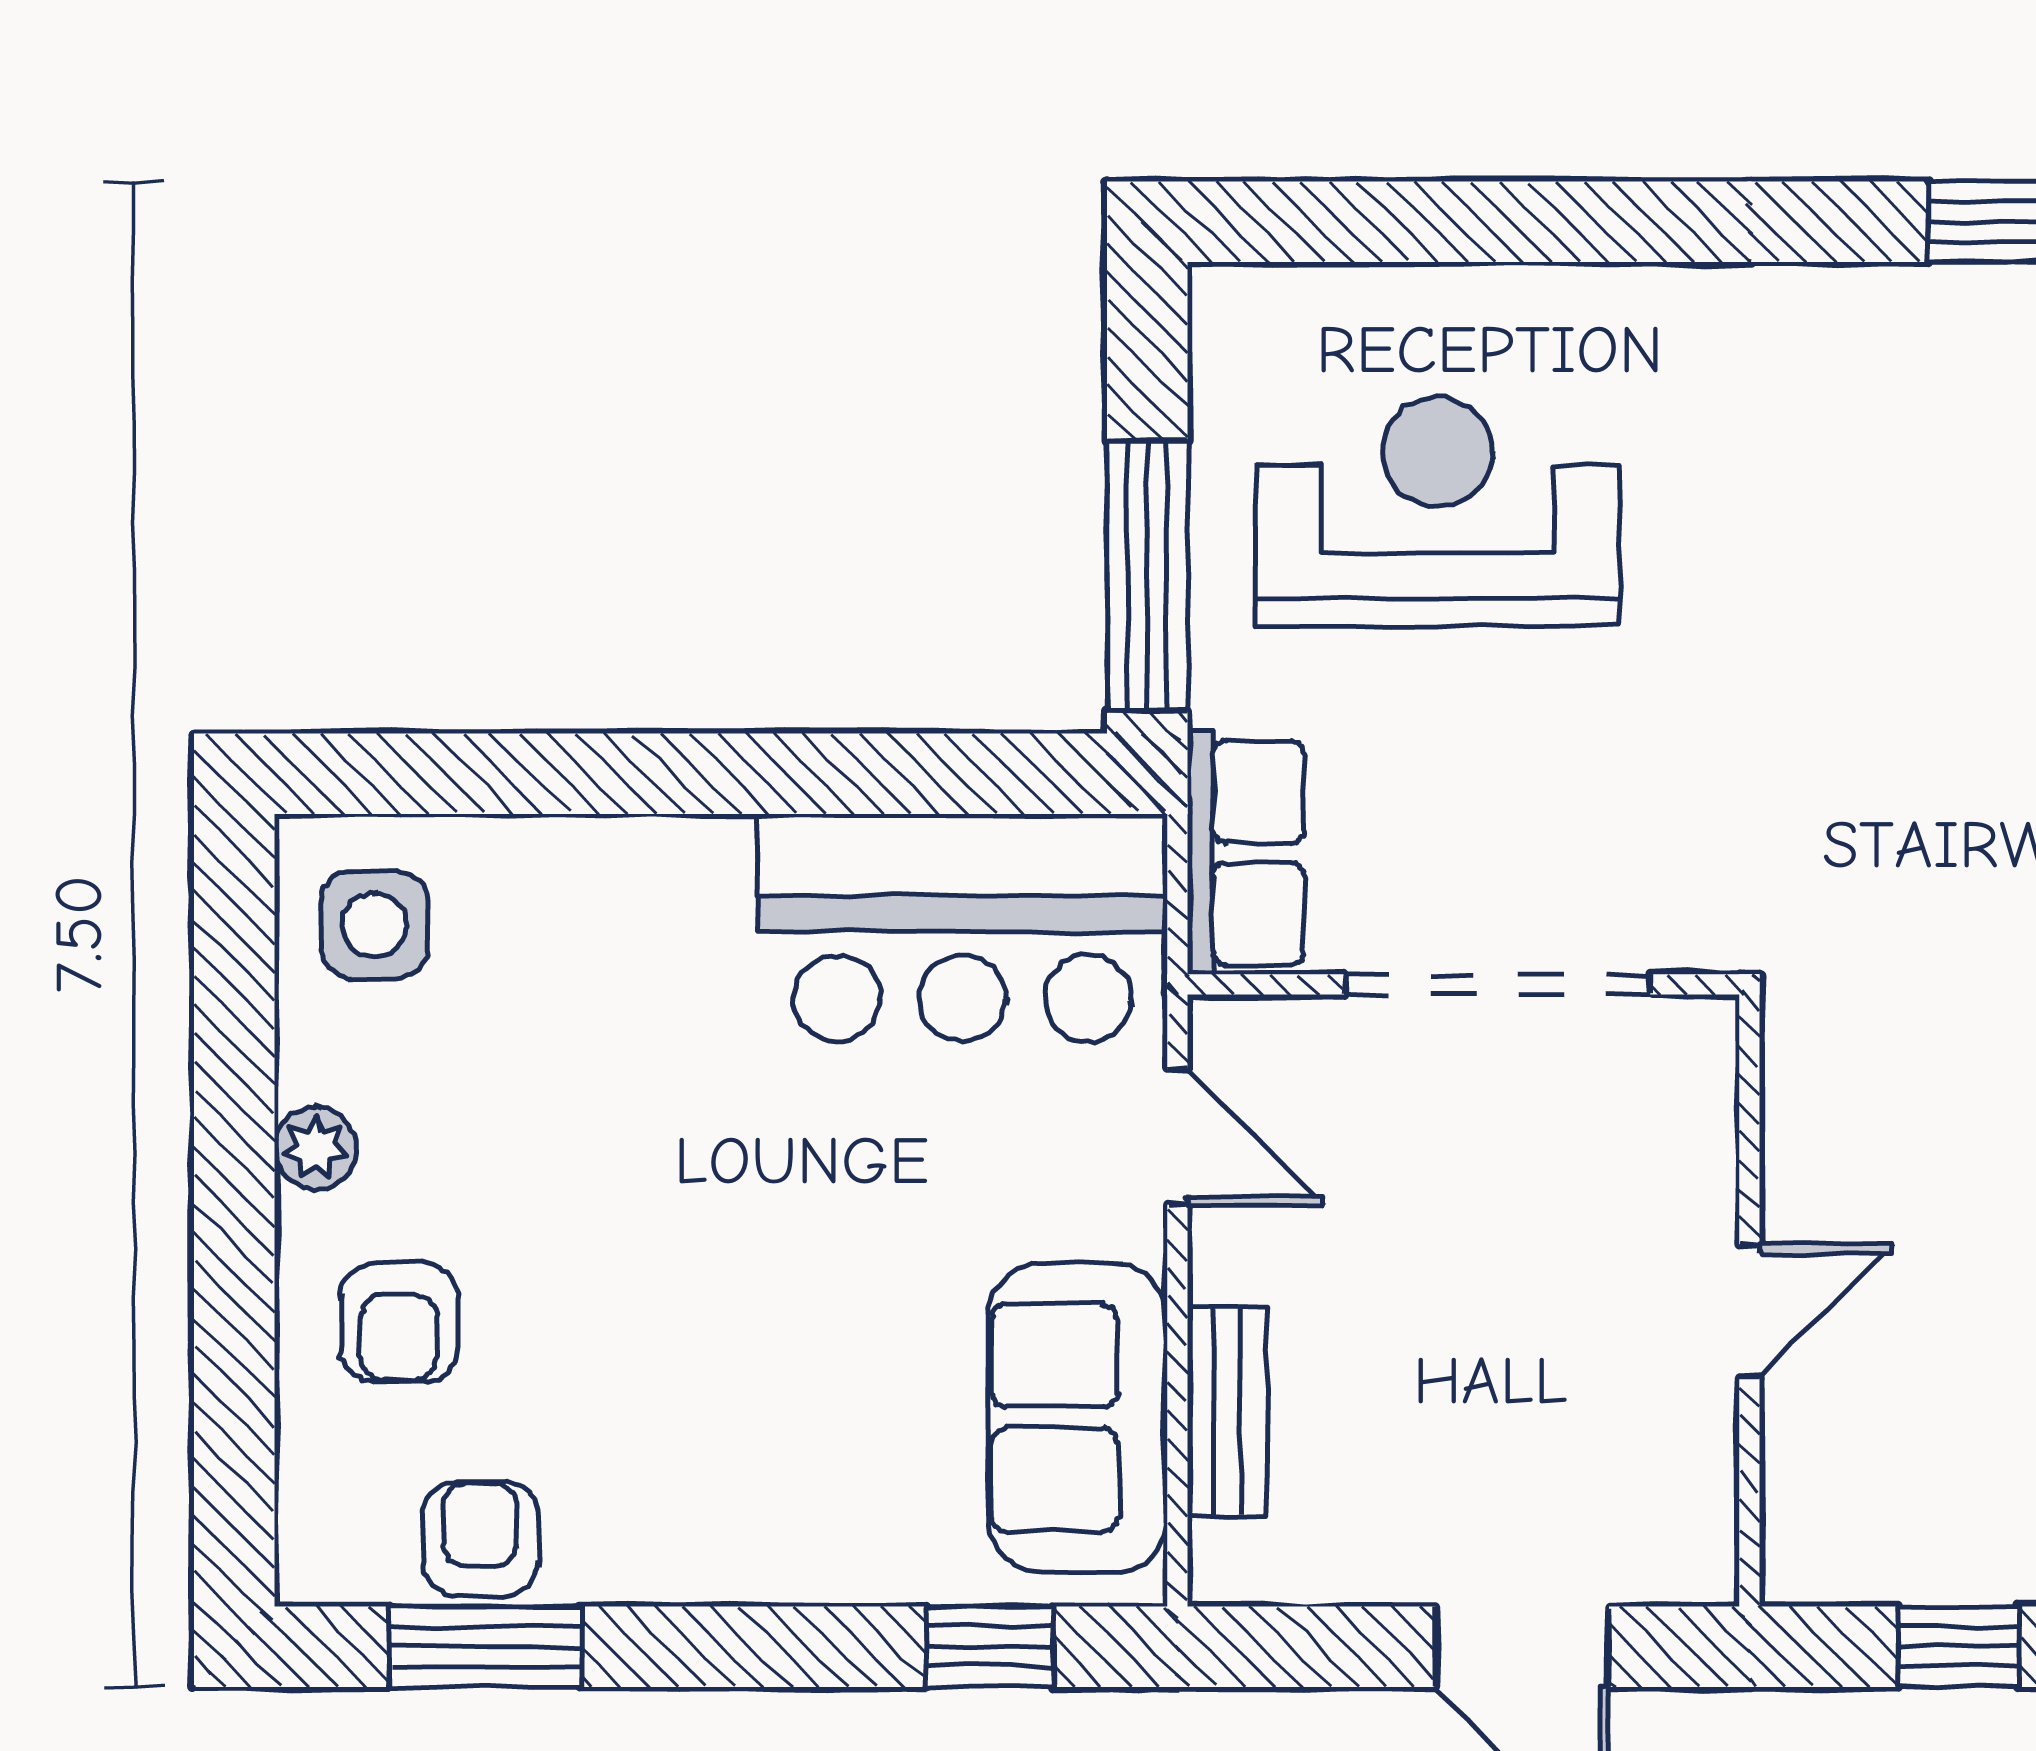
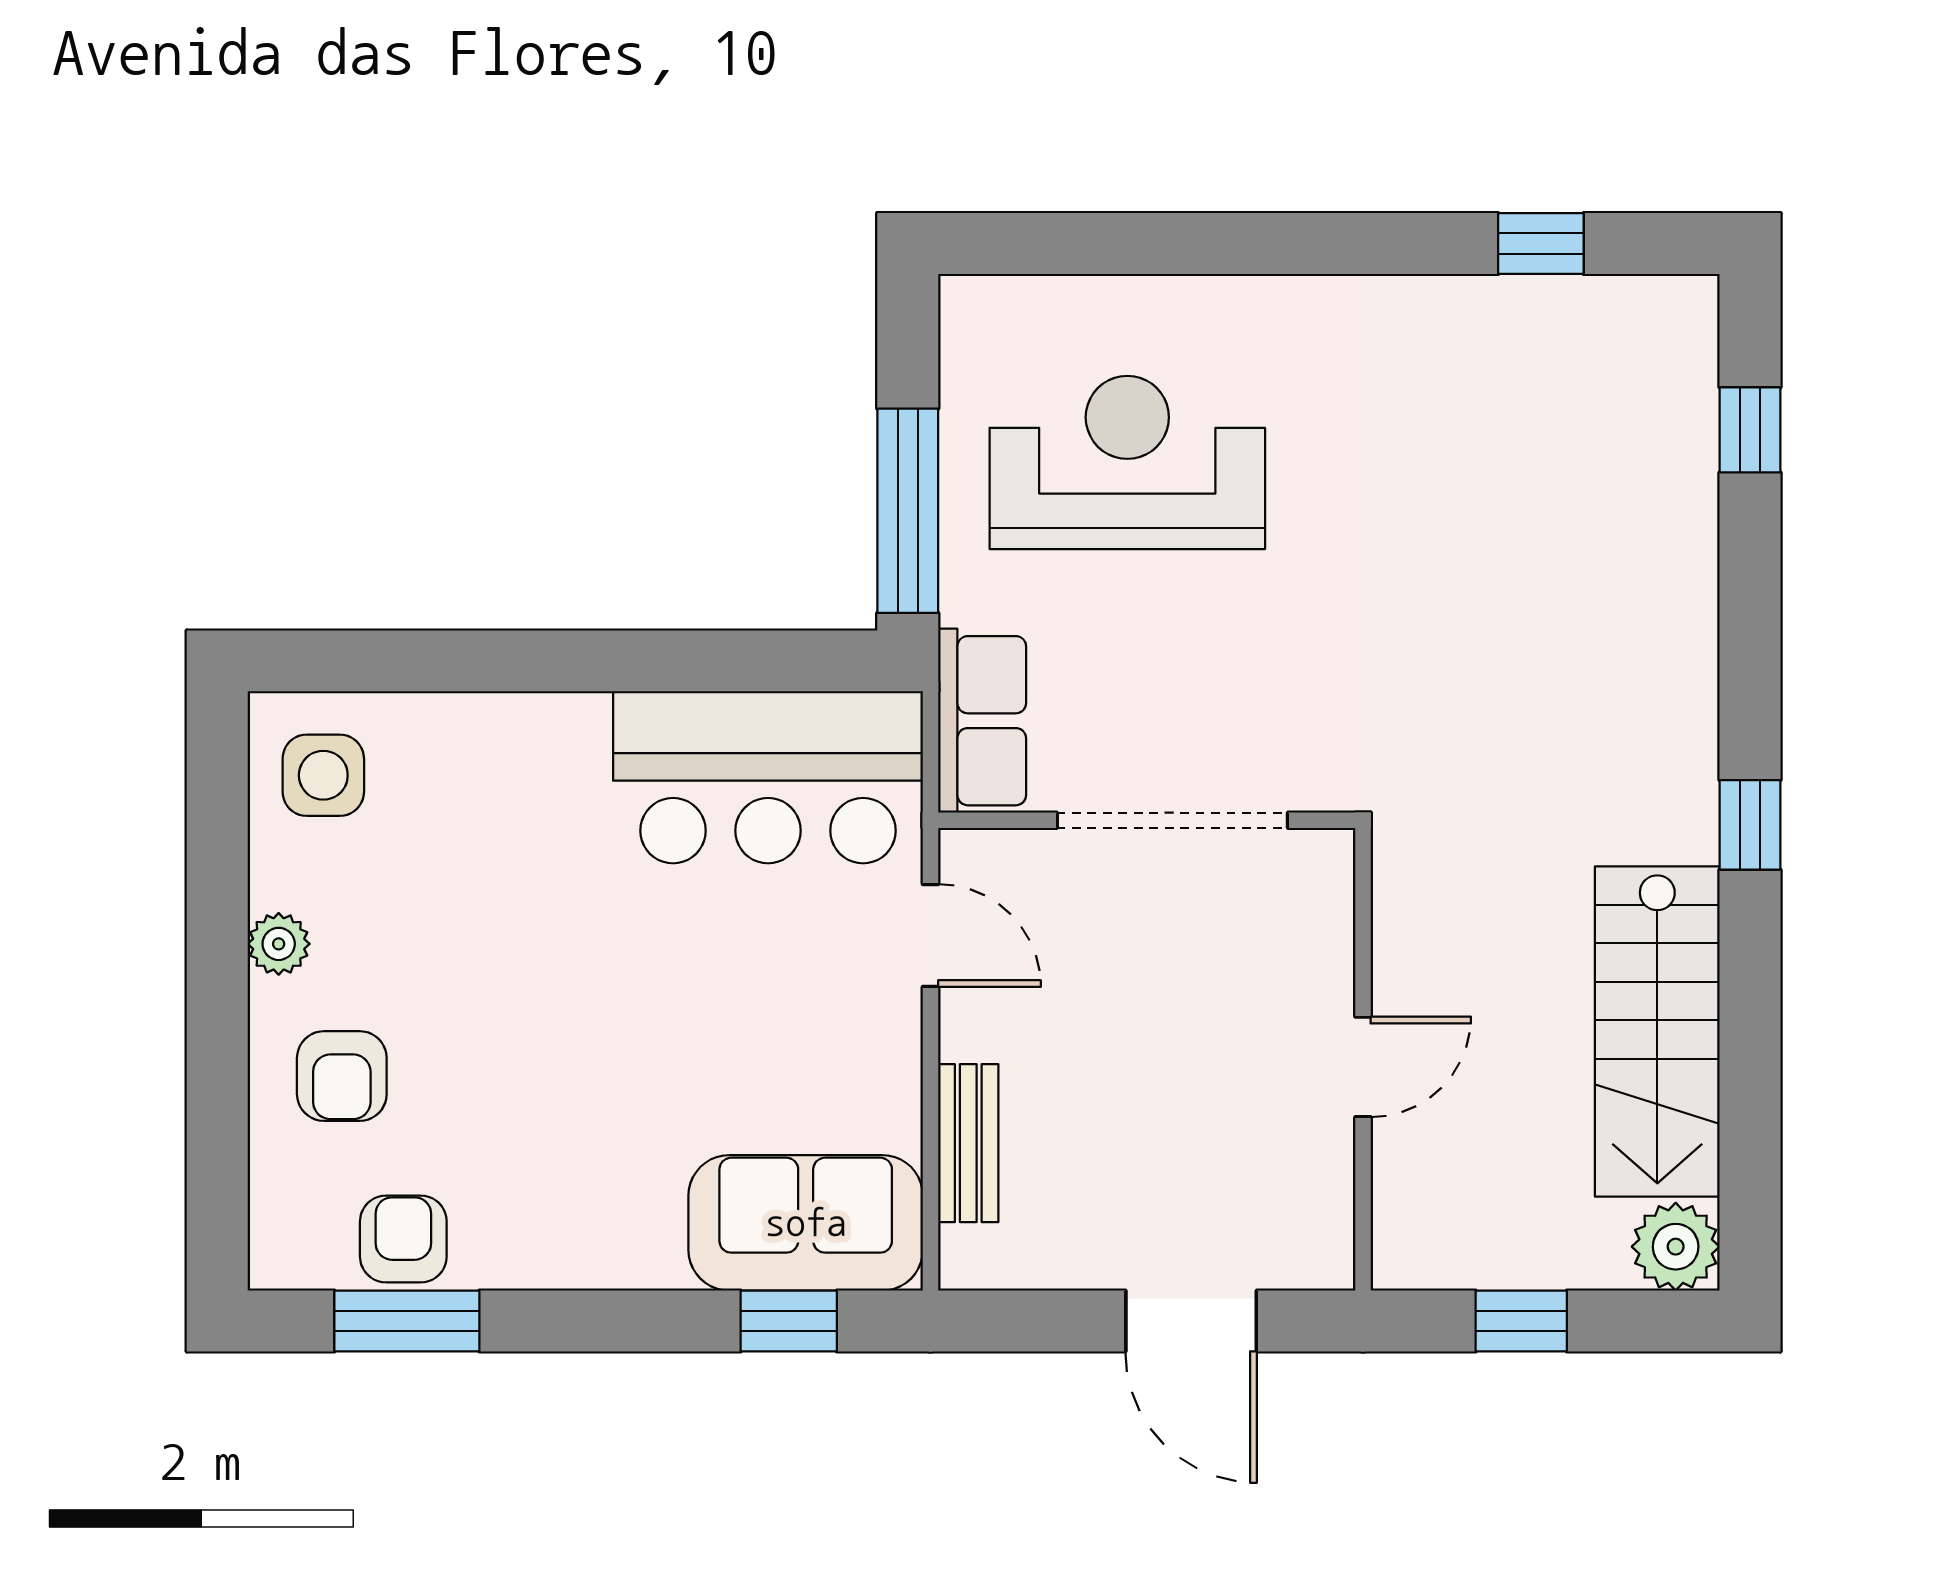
sofa: (1078, 1418) -> (806, 1223), moved, turned 90

